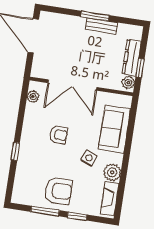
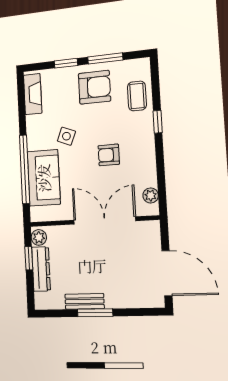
window: (129, 140) -> (25, 169), added
plant: (112, 172) -> (36, 126), removed
coffee table: (27, 175) -> (137, 96), added
armchair: (58, 191) -> (94, 87), turned 180

